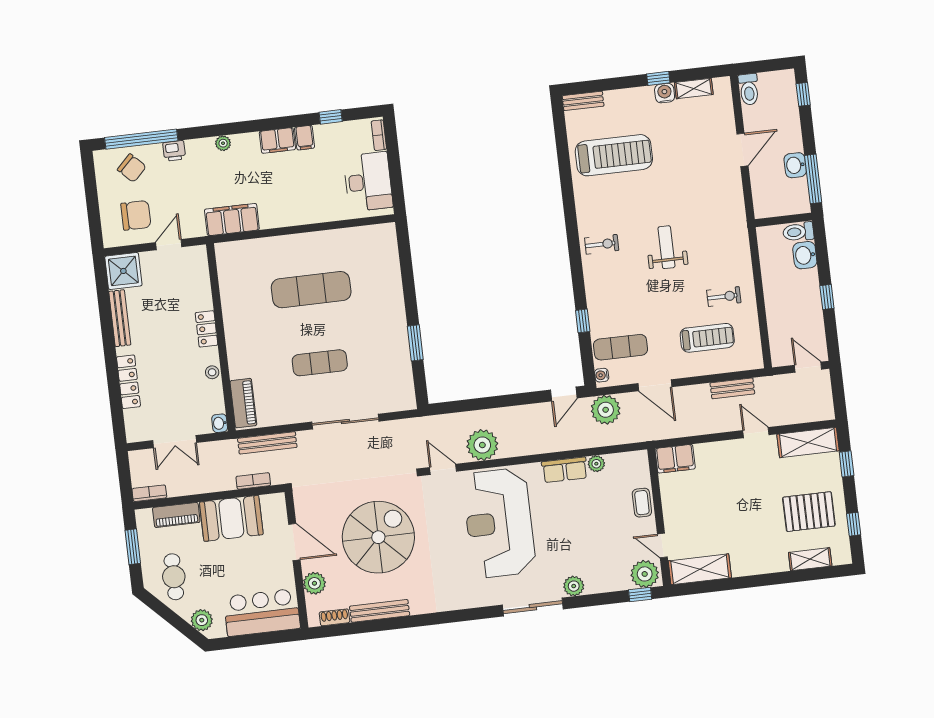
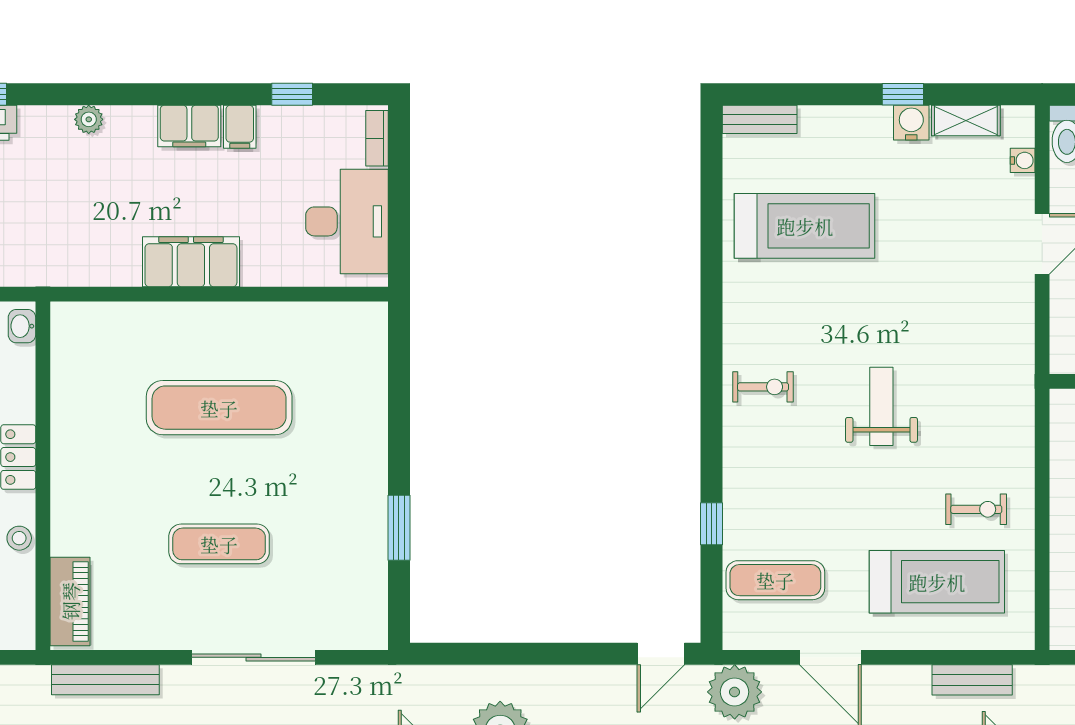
filing cabinet: (232, 220) -> (191, 262), moved
treadmill: (707, 338) -> (937, 582), width x1.37, depth x1.38
water cooler: (602, 375) -> (1023, 160), moved, turned 180
washbasin: (220, 423) -> (22, 326), moved

